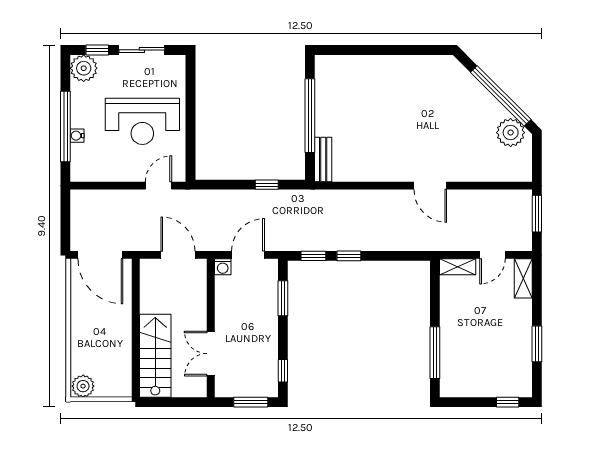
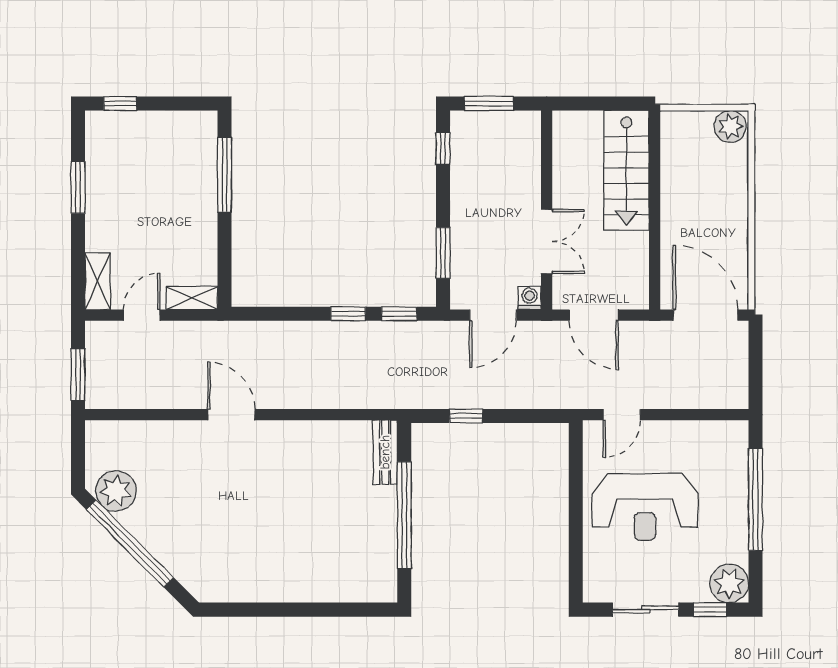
reception desk: (142, 121) -> (645, 507), turned 180
water cooler: (77, 136) -> (739, 487), removed
double door: (211, 354) -> (547, 241), moved

